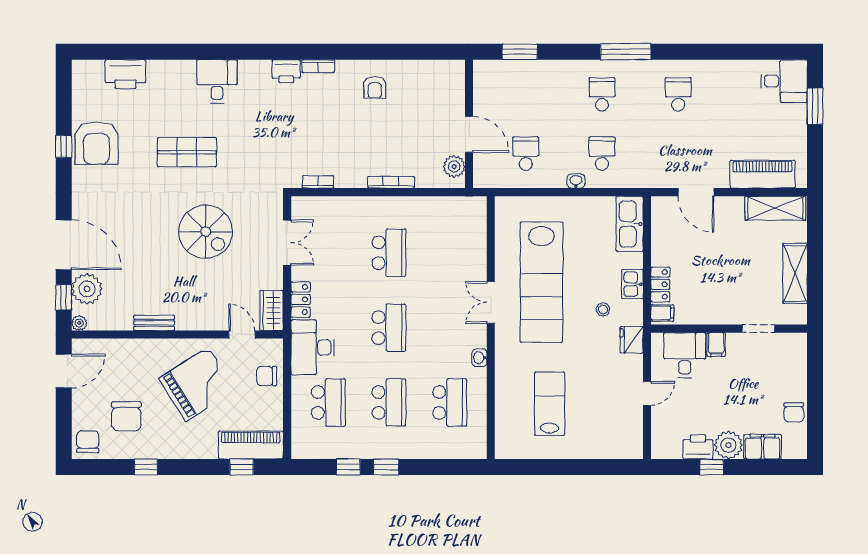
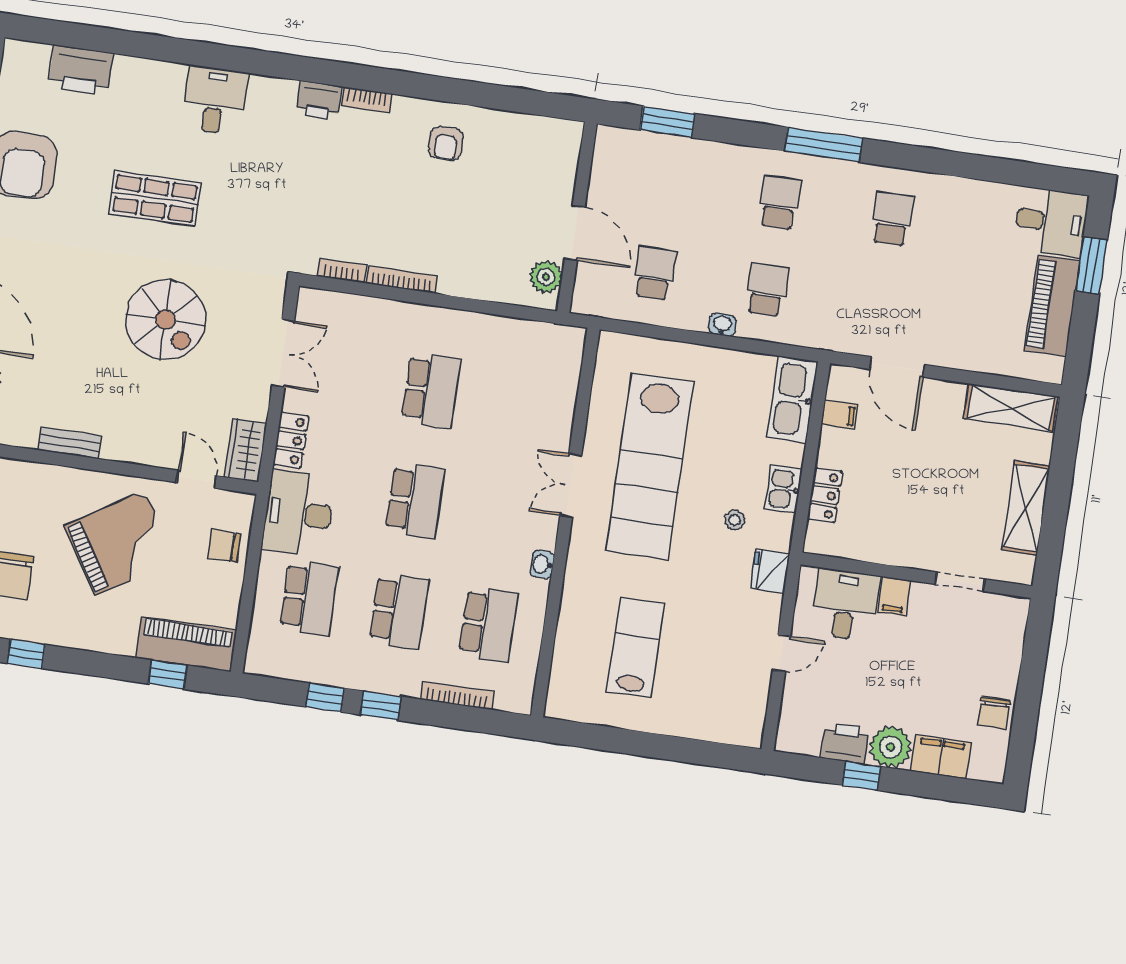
piano: (763, 174) -> (1052, 306), moved, turned -90
bookcase: (391, 182) -> (402, 280), moved
filing cabinet: (662, 313) -> (839, 415), moved
bookcase: (436, 453) -> (457, 696), added

